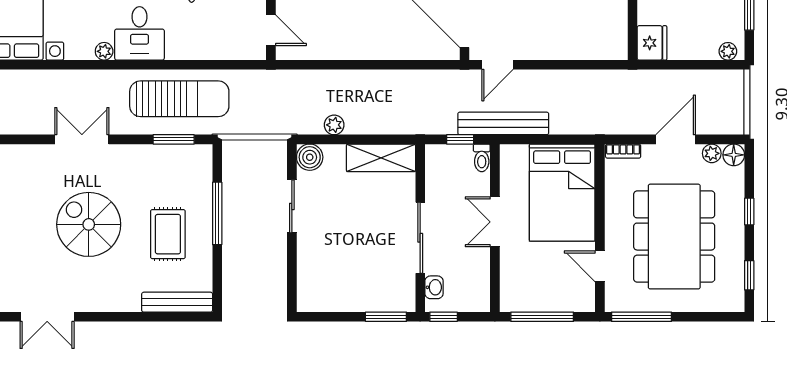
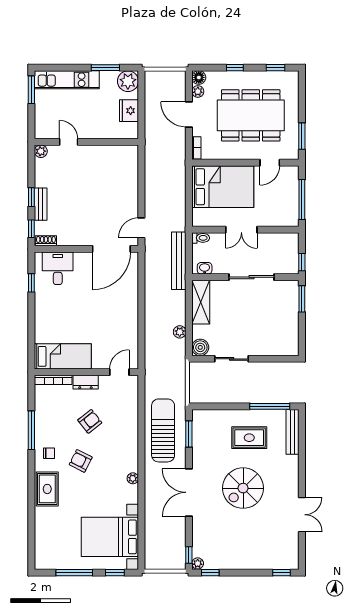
desk: (140, 33) -> (121, 456), removed
fridge: (652, 43) -> (129, 111), moved, turned -90
plant: (728, 51) -> (128, 81), width x1.87, depth x1.87
door: (498, 65) -> (141, 228), swing flipped
bench: (503, 123) -> (179, 261), moved
double door: (82, 139) -> (189, 492), width x1.37
window: (460, 139) -> (189, 252), removed
window: (217, 213) -> (270, 406), moved
washbasin: (434, 287) -> (205, 268), moved
window: (642, 317) -> (302, 136), width x0.69

